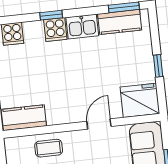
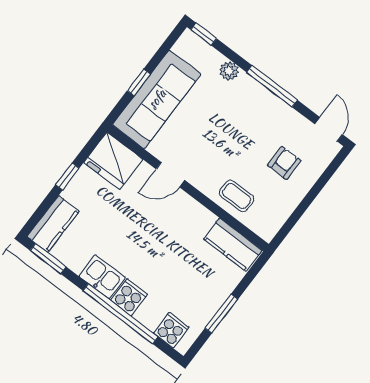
window: (51, 15) -> (120, 314), width x3.17
kitchen counter: (120, 22) -> (53, 224), moved, turned 90

